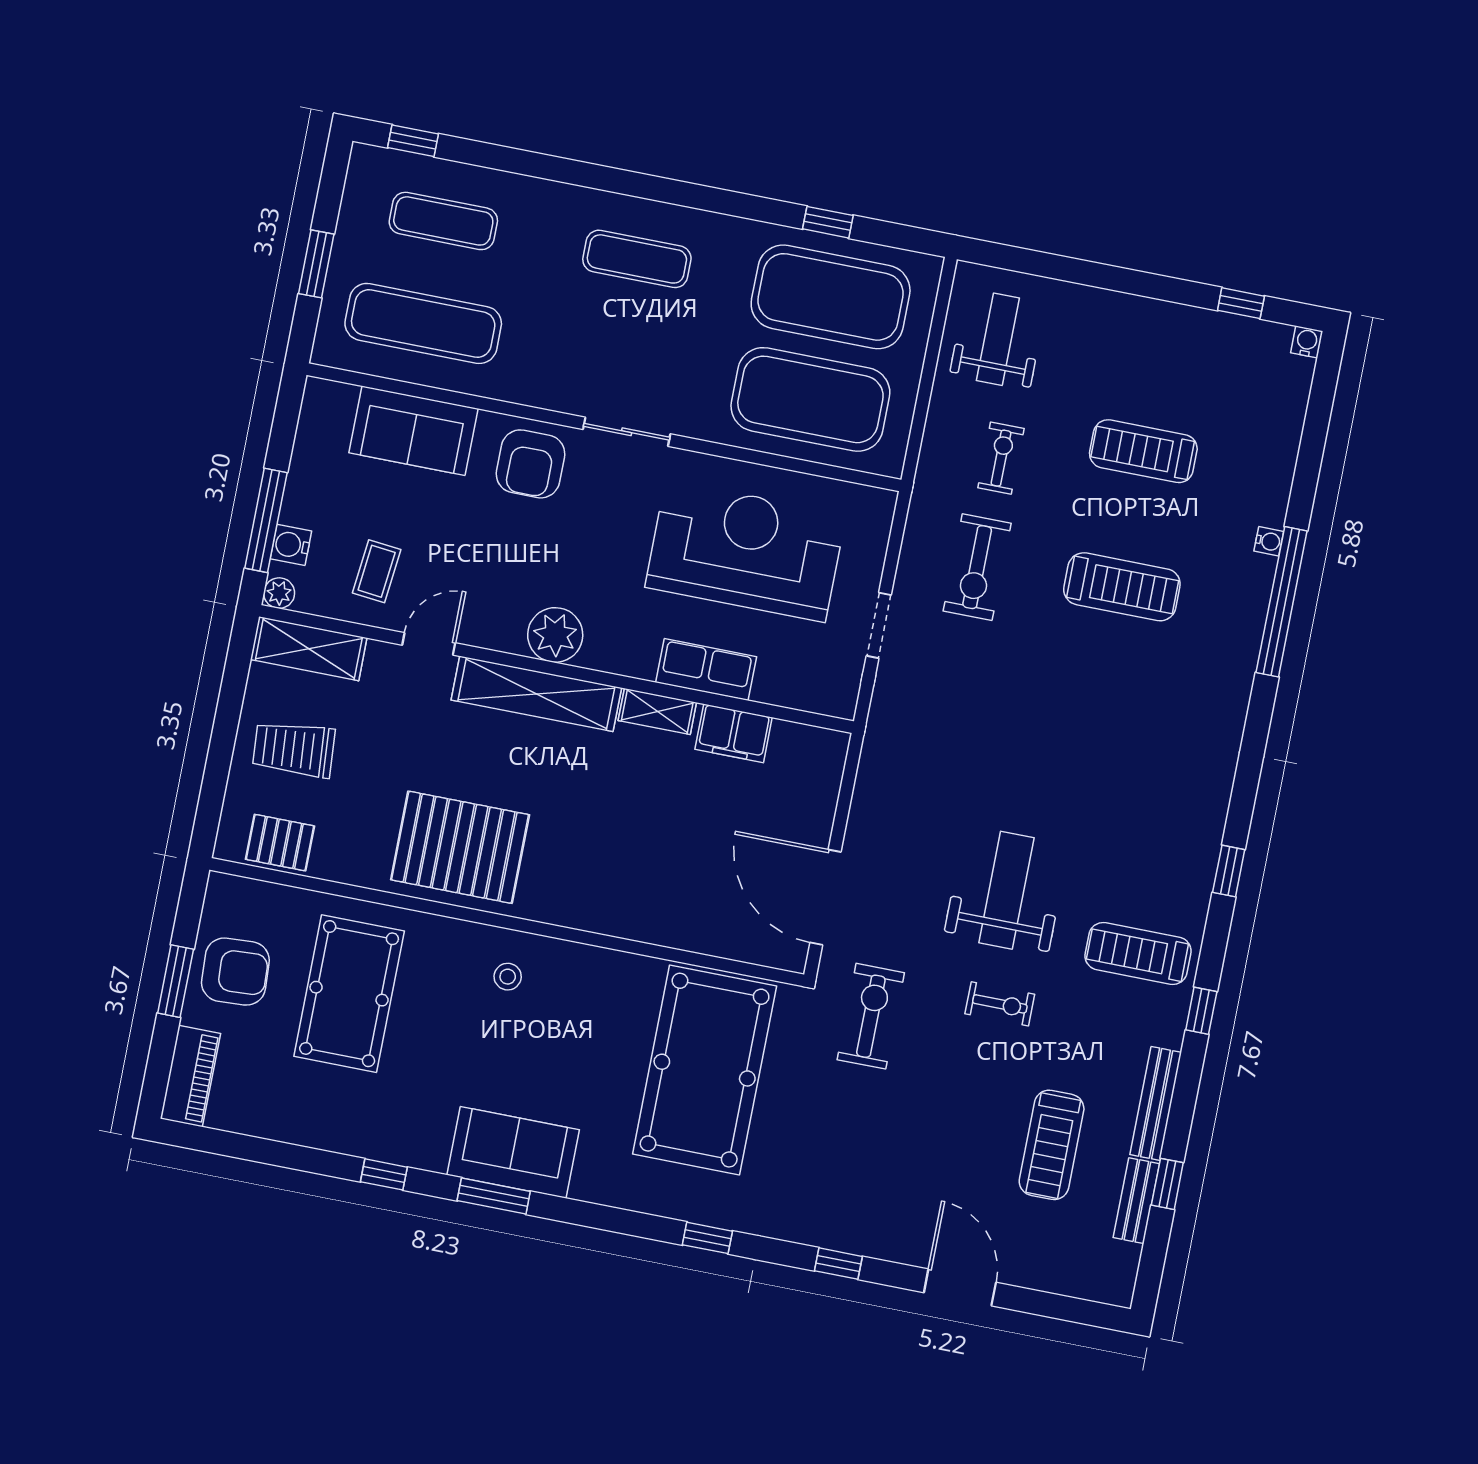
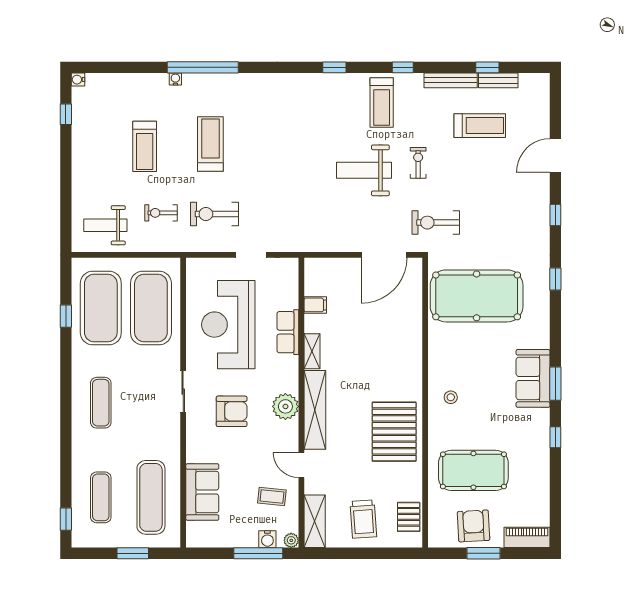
armchair: (531, 464) -> (232, 411), moved
exercise bike: (977, 567) -> (214, 214), turned 180
filing cabinet: (734, 733) -> (315, 305), width x0.50

